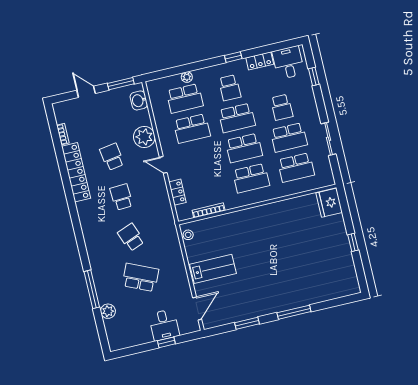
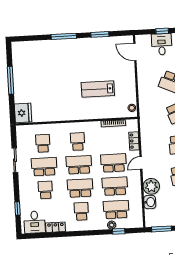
window: (233, 57) -> (119, 231), moved
washbasin: (139, 100) -> (150, 202), moved
school desk: (199, 159) -> (114, 163), added
door: (163, 165) -> (141, 163), swing flipped
school desk: (296, 168) -> (43, 143), width x0.54
school desk: (251, 178) -> (78, 141), width x0.54
window: (353, 242) -> (11, 80), width x2.17
lab bench: (213, 269) -> (98, 89), moved
door: (197, 308) -> (135, 52), hinge flipped

